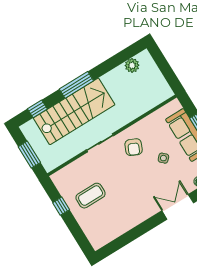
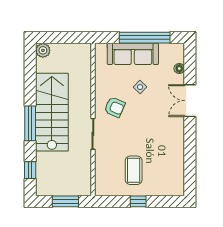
plant: (132, 65) -> (43, 50), moved
stairs: (74, 111) -> (52, 112), moved
window: (61, 206) -> (138, 201), moved

